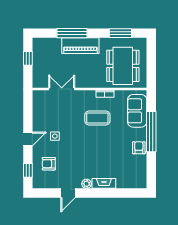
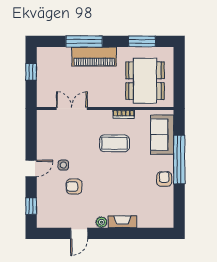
armchair: (49, 164) -> (74, 186), moved

